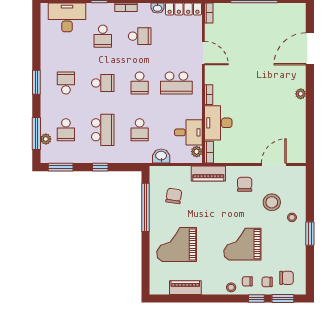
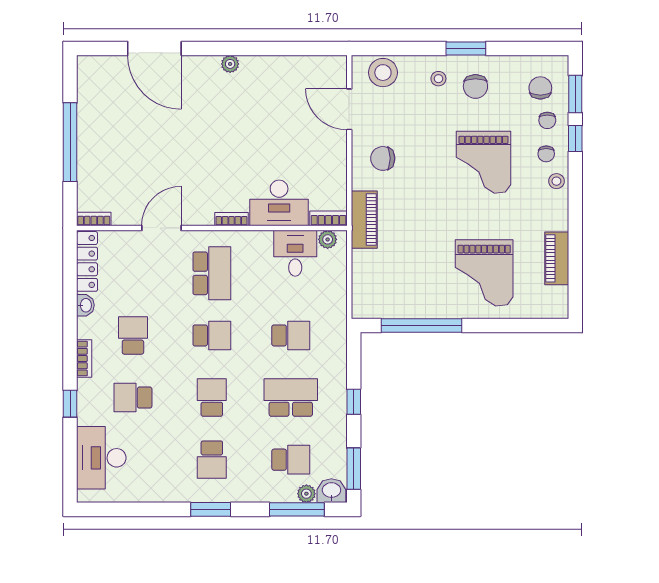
school desk: (103, 36) -> (133, 398), turned 180
school desk: (66, 83) -> (212, 460), turned -90
washbasin: (161, 156) -> (331, 491), moved, turned 90
chair: (174, 196) -> (475, 86), moved, turned -99
stool: (272, 202) -> (383, 73), moved

